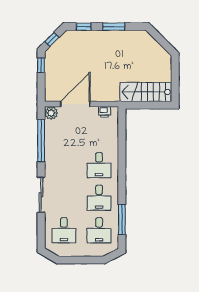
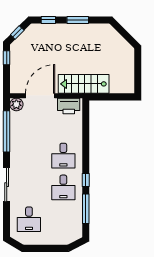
stairs: (146, 92) -> (84, 84), moved
printer: (105, 112) -> (69, 106), width x1.87, depth x1.48
window: (122, 190) -> (86, 180), added
desk: (99, 230) -> (63, 219), removed

